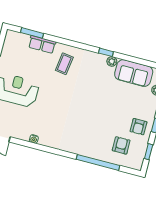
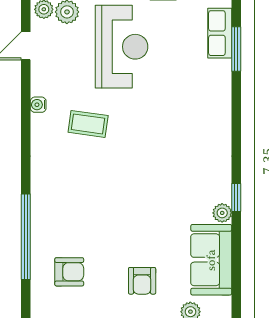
row of seats: (42, 44) -> (220, 33), moved
coffee table: (64, 64) -> (88, 124), moved
armchair: (138, 127) -> (142, 281), moved, turned -90

